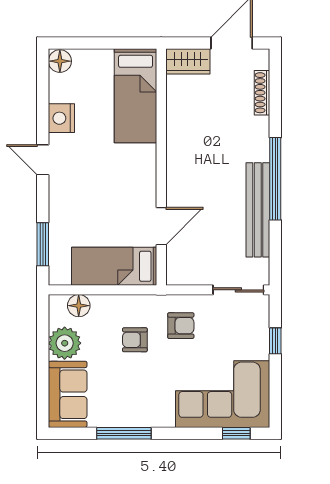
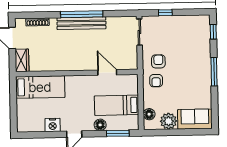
floor lamp: (60, 61) -> (100, 125), moved
bench: (258, 210) -> (81, 23), moved
bed: (114, 266) -> (117, 105), moved, turned 90
armchair: (135, 340) -> (156, 81), moved
corner sofa: (223, 394) -> (193, 39), removed
window: (124, 433) -> (214, 72), moved

